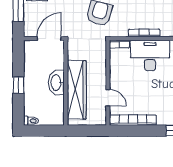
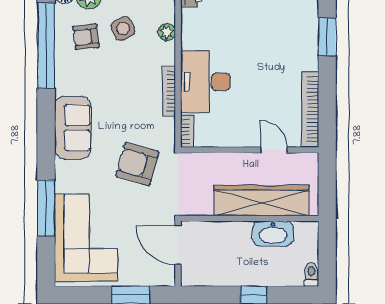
washbasin: (56, 83) -> (273, 233), moved
door: (108, 98) -> (274, 150), hinge flipped

